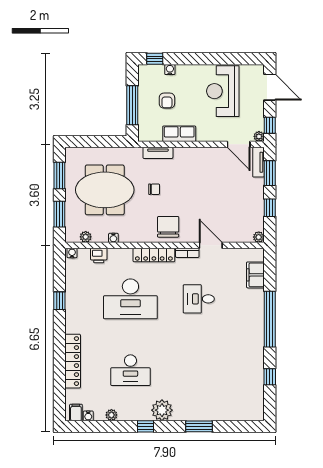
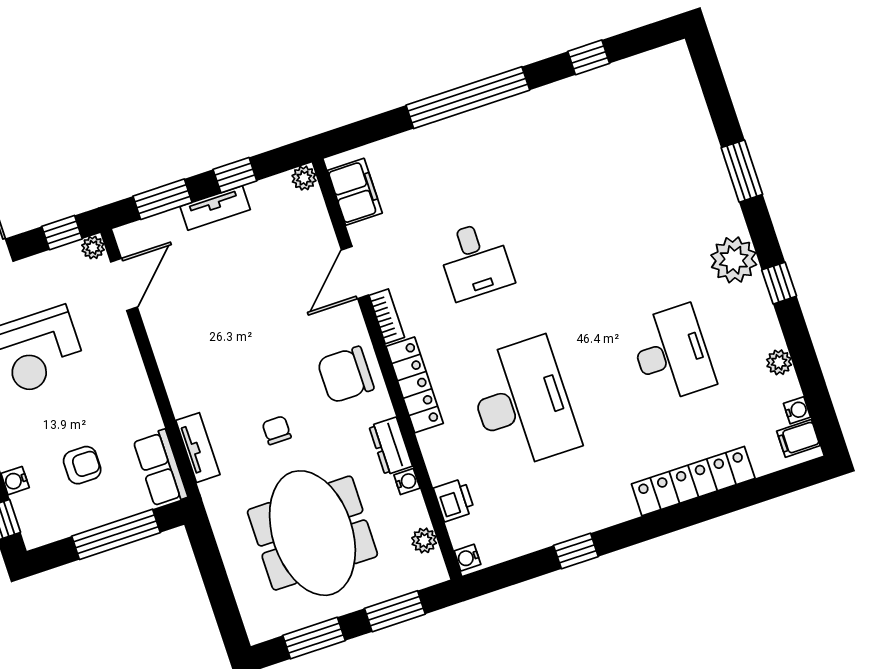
row of seats: (179, 134) -> (160, 468), moved
tv unit: (258, 162) -> (215, 208), moved
dresser: (131, 236) -> (391, 446), added
filing cabinet: (255, 275) -> (355, 192), moved, turned -90

